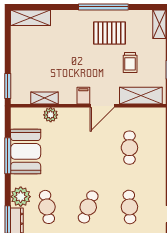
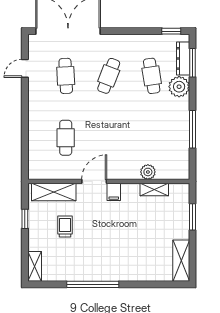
shelving: (30, 18) -> (181, 261), moved, turned 90
pallet: (109, 33) -> (86, 257), removed
window: (8, 86) -> (193, 217), moved
booth: (26, 151) -> (174, 134), removed

